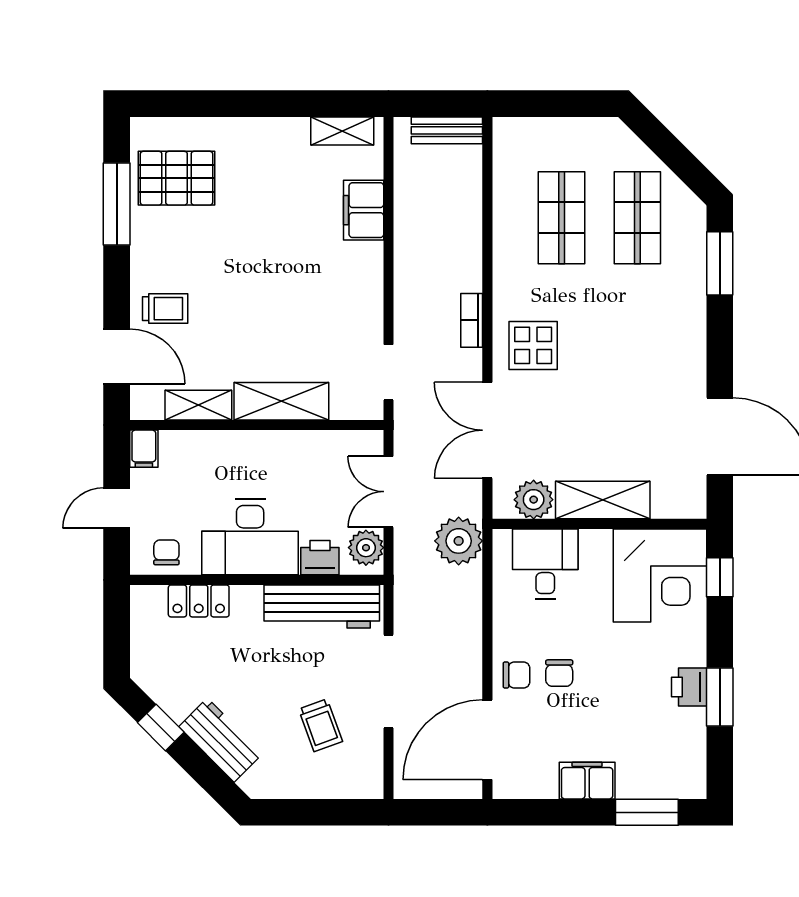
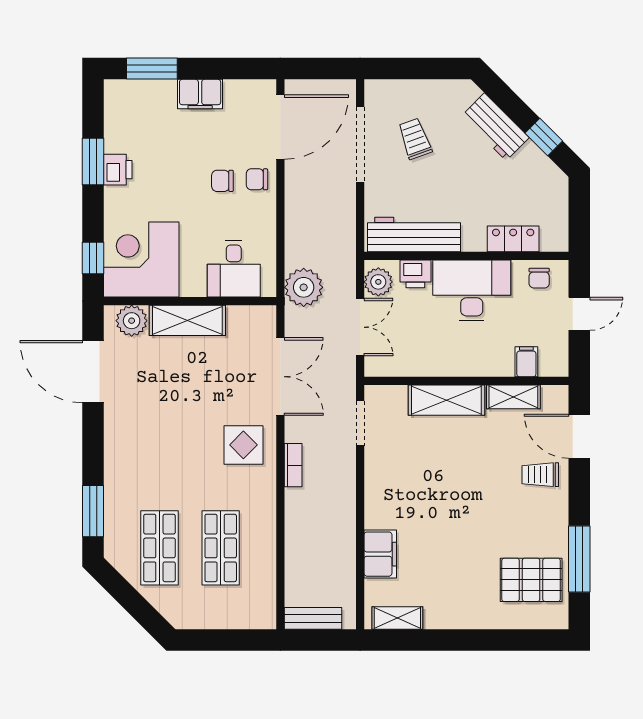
filing cabinet: (144, 449) -> (526, 362), moved
plant: (534, 500) -> (132, 321), moved
chair: (559, 673) -> (222, 181), turned -90
doorway: (389, 681) -> (360, 145), moved

